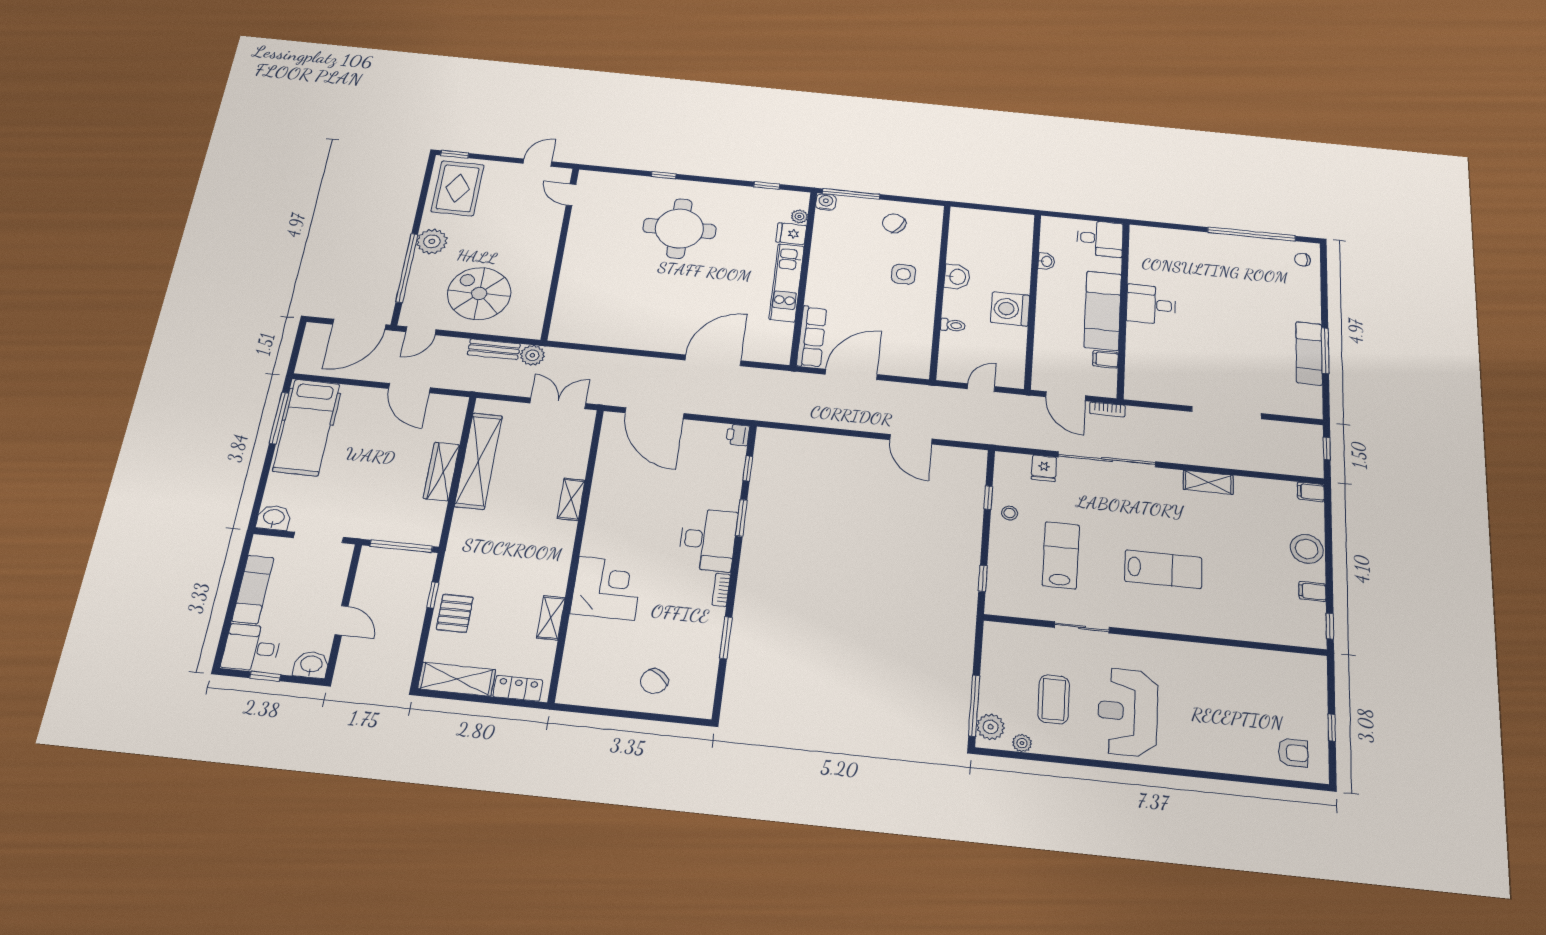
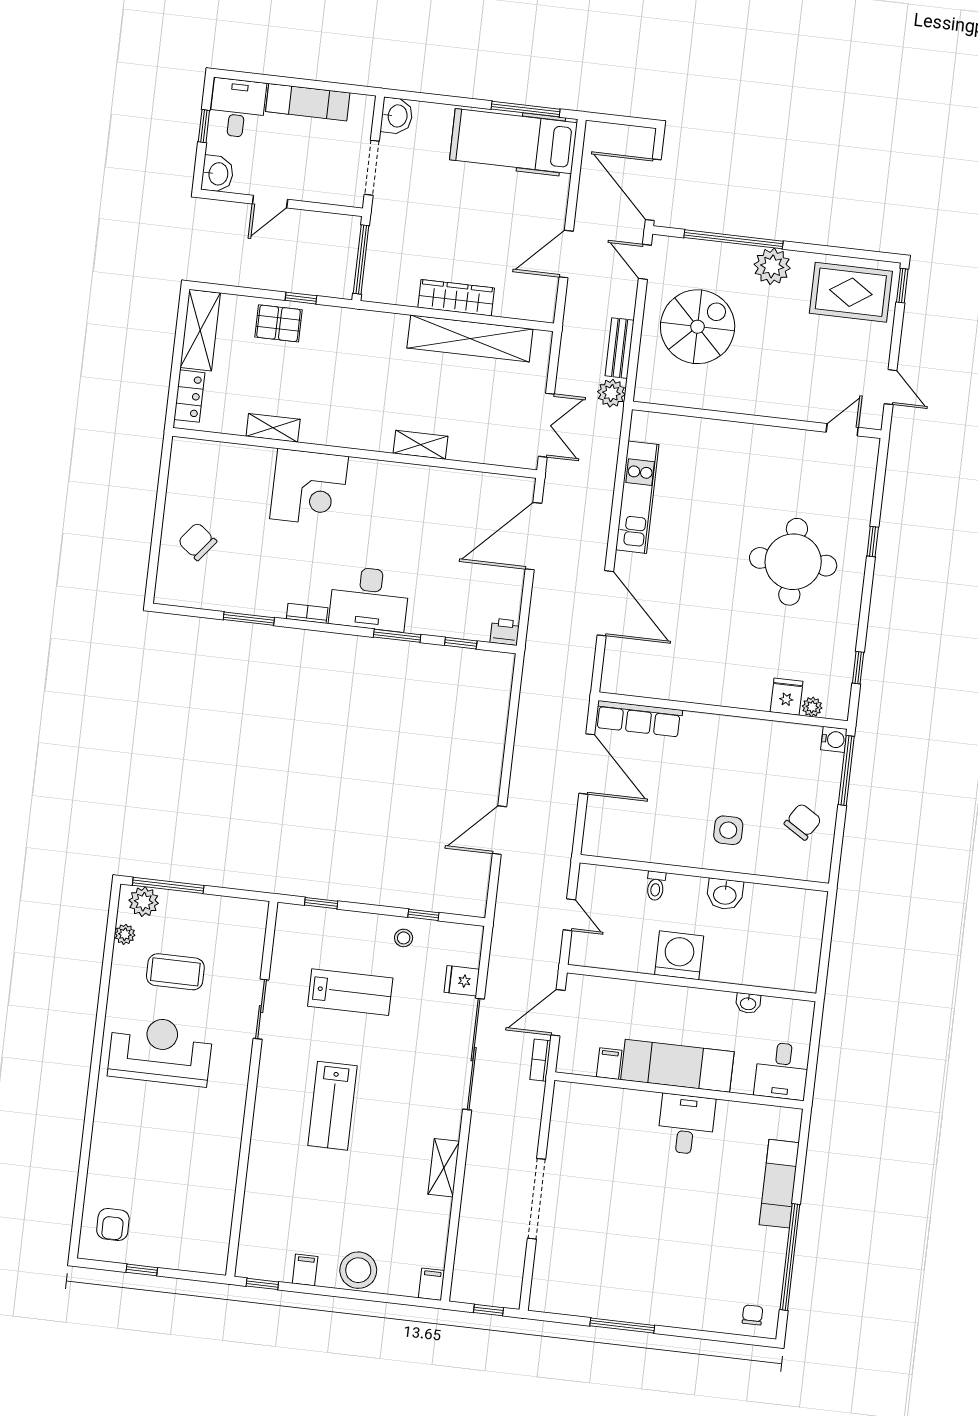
kitchen unit: (787, 283) -> (637, 497), moved, turned 90
exam couch: (1309, 353) -> (779, 1184), moved, turned -90

